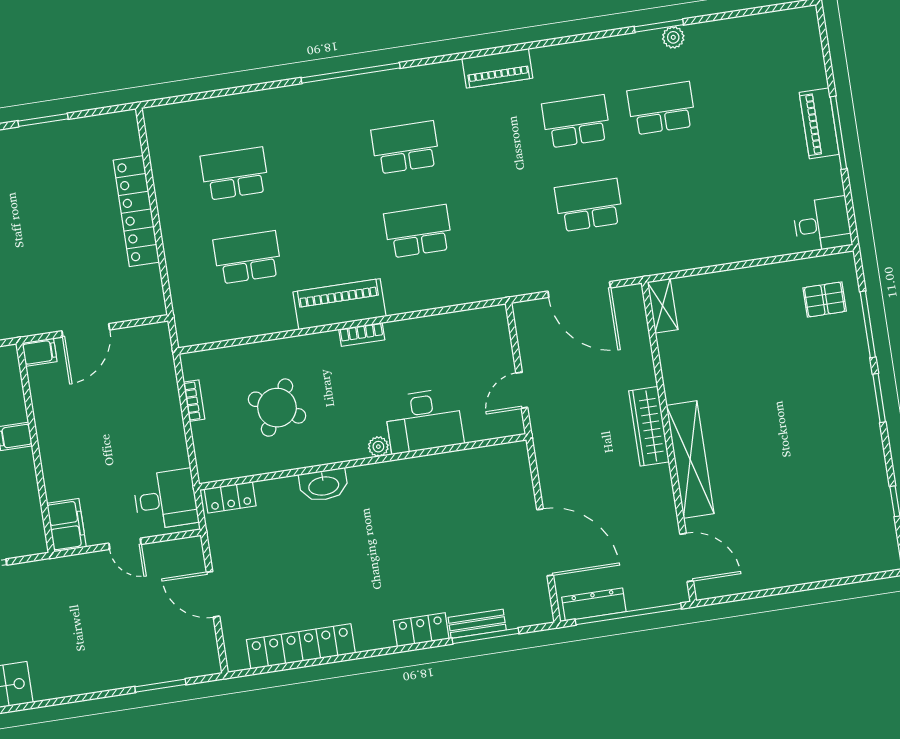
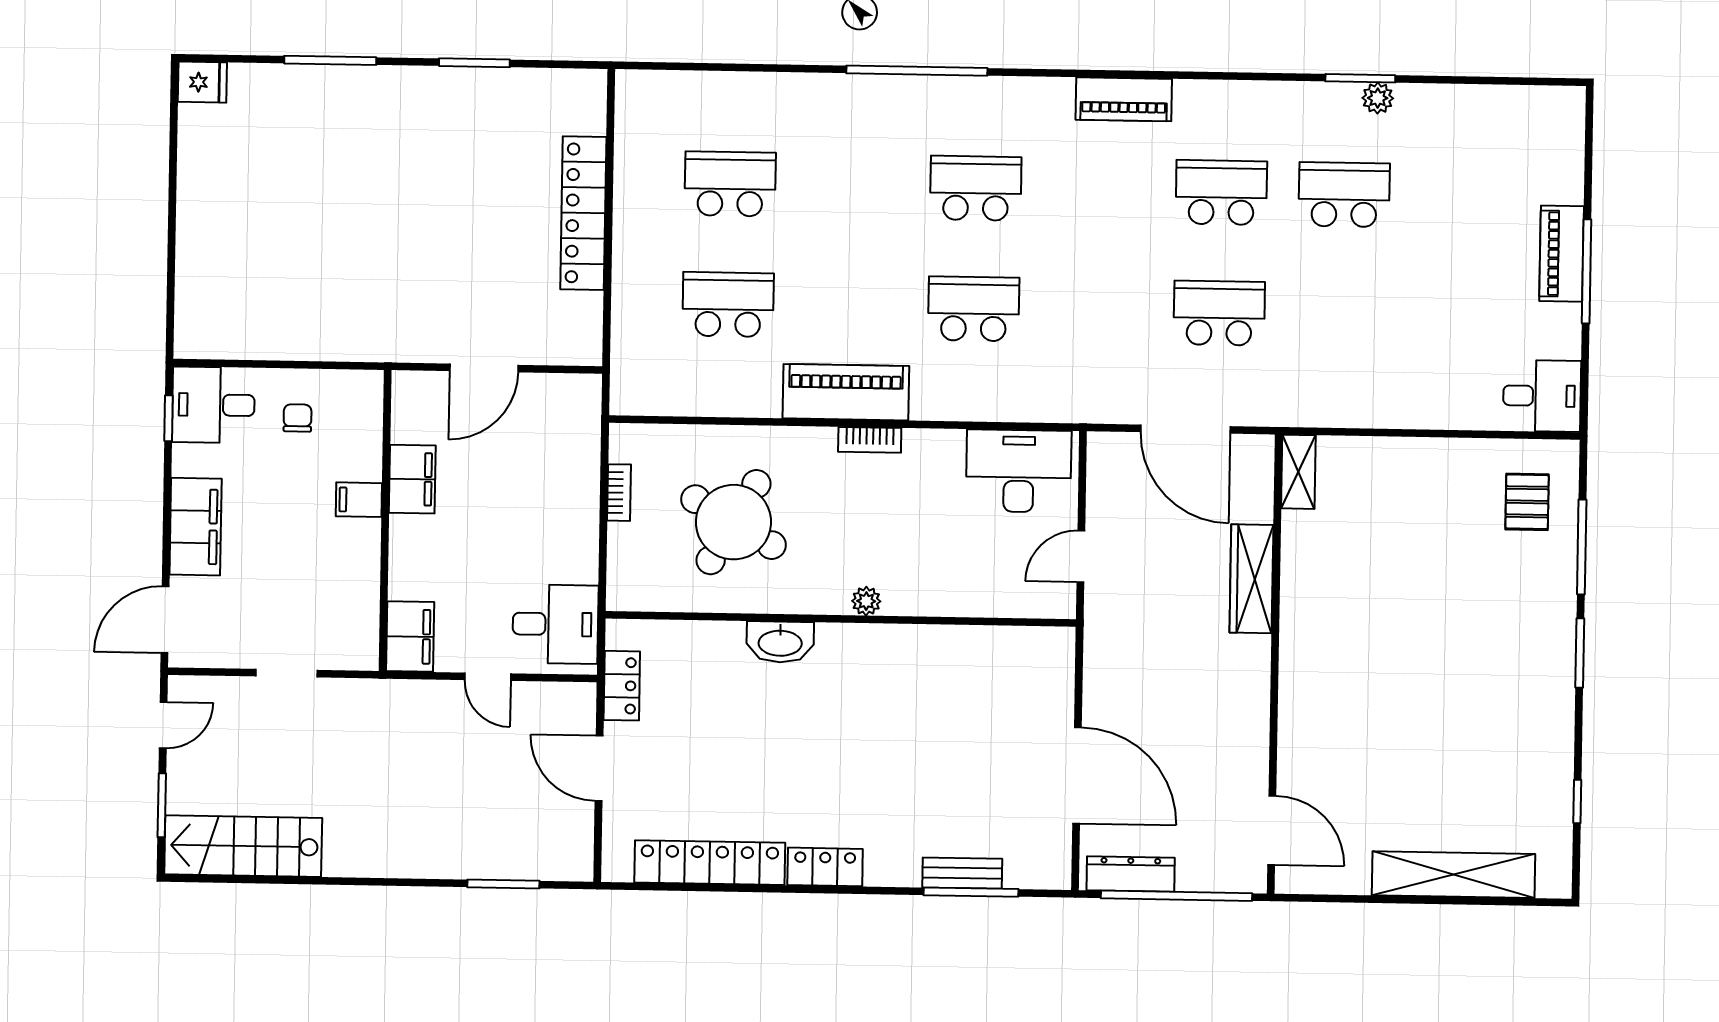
pallet: (825, 299) -> (1527, 502), turned 90
filing cabinet: (40, 352) -> (412, 479), moved, width x2.00
round table: (277, 408) -> (733, 522), width x1.36, depth x1.36
desk: (424, 421) -> (1019, 471), moved, turned 180
wardrobe: (649, 426) -> (1251, 579), moved
shelving: (690, 459) -> (1454, 875), moved, turned 90
locker: (230, 497) -> (622, 686), moved, turned -90
locker: (421, 630) -> (825, 867), moved

